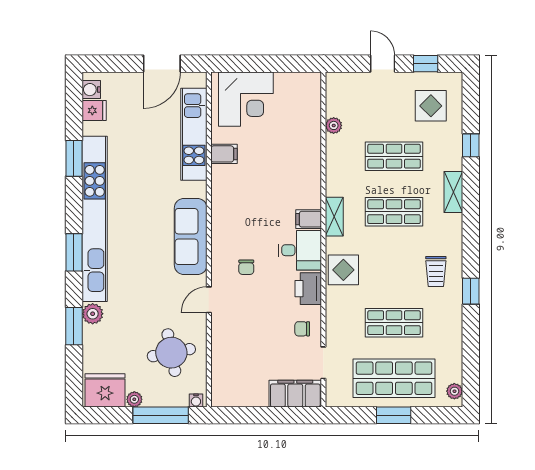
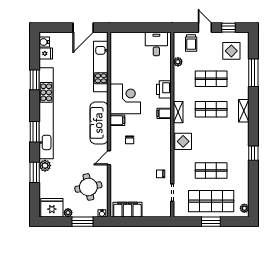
corner desk: (246, 99) -> (125, 99), moved, turned -90
window: (471, 145) -> (253, 73), width x2.17
filing cabinet: (224, 154) -> (117, 120), moved
shelving: (453, 192) -> (244, 111), moved
desk: (300, 250) -> (156, 44), moved, turned -90
trolley: (436, 272) -> (191, 43), moved
printer: (308, 289) -> (164, 89), moved
filing cabinet: (295, 394) -> (127, 210), moved
window: (161, 415) -> (82, 222), width x0.69

